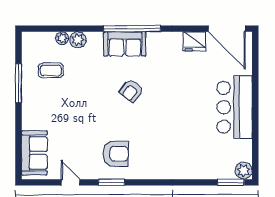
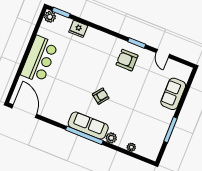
plant: (78, 40) -> (111, 138), moved
fridge: (194, 41) -> (78, 29), moved, turned 180
sofa: (125, 44) -> (88, 126), width x1.36
coffee table: (51, 70) -> (147, 130), removed
sofa: (34, 153) -> (173, 94), moved

